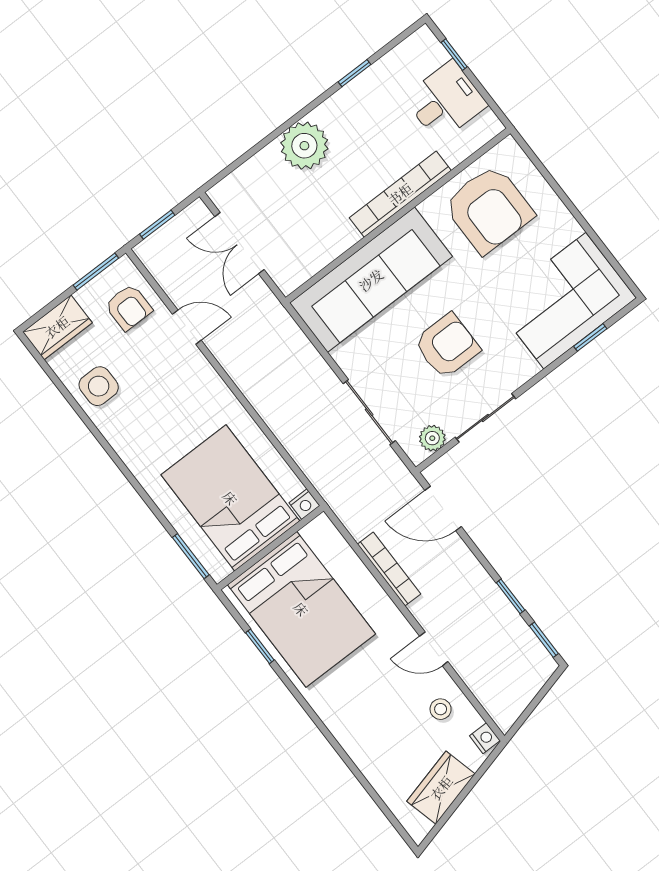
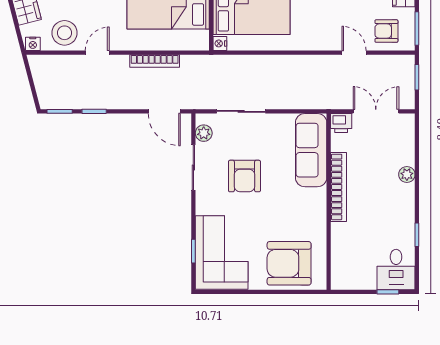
desk: (445, 101) -> (396, 270), moved
plant: (304, 146) -> (407, 174), width x0.53, depth x0.53
bookcase: (400, 194) -> (339, 187), moved
armchair: (489, 209) -> (289, 263), moved
printer: (287, 276) -> (341, 123), added
sofa: (371, 280) -> (311, 150), width x0.74, depth x0.79
door: (187, 327) -> (354, 53), swing flipped
door: (443, 508) -> (164, 111), swing flipped
stool: (441, 709) -> (64, 33), width x1.89, depth x1.89

